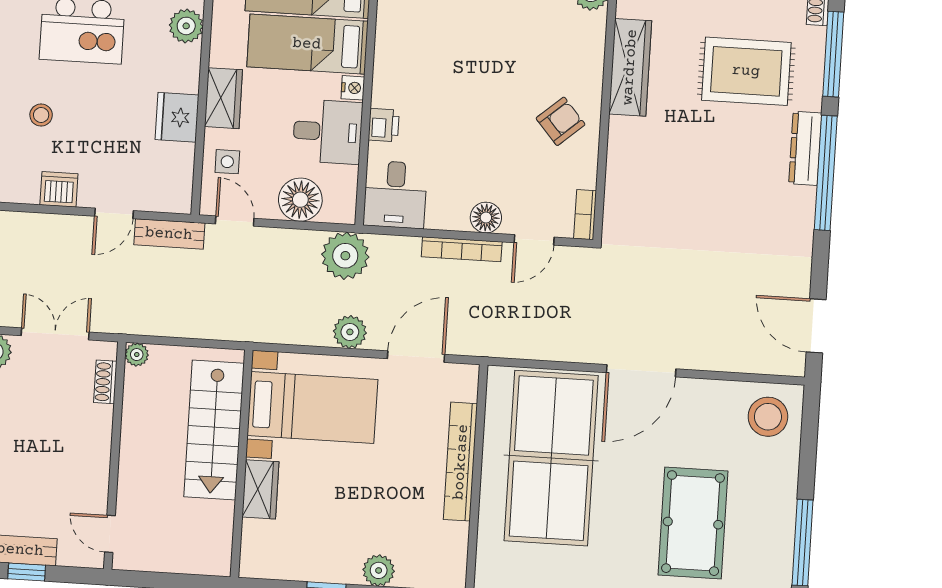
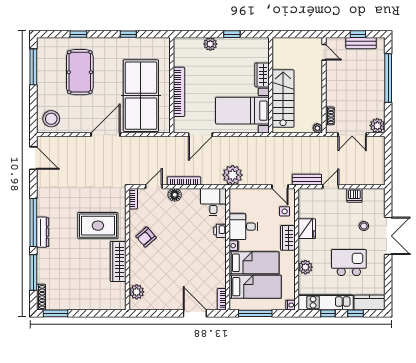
rug: (746, 71) -> (98, 226), moved
floor lamp: (300, 200) -> (253, 197), removed
plant: (350, 332) -> (229, 143), removed

